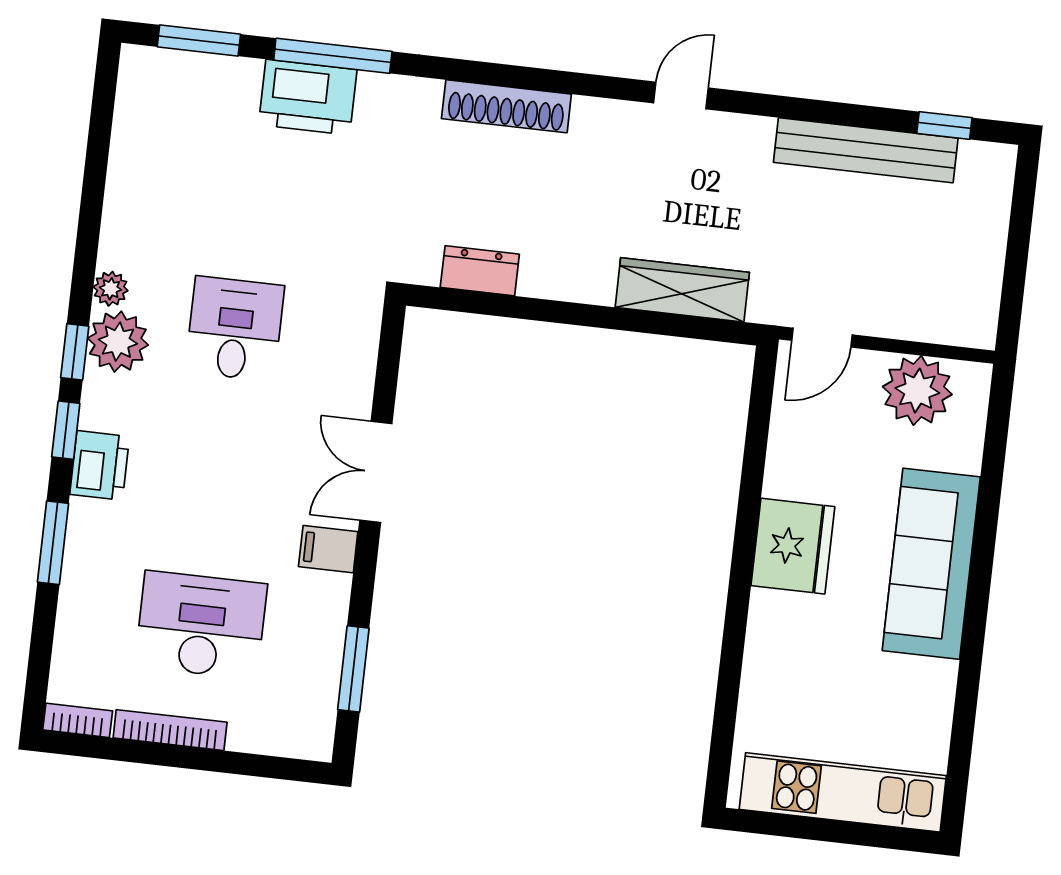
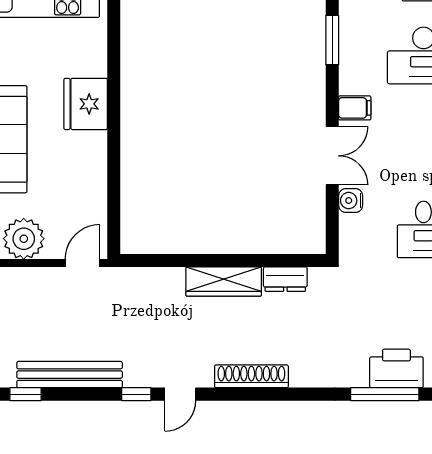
window: (756, 104) -> (136, 394), added
shoe rack: (506, 106) -> (251, 376), moved
wardrobe: (682, 290) -> (224, 282), moved
water cooler: (353, 392) -> (351, 201), added
fridge: (793, 546) -> (86, 104), moved

